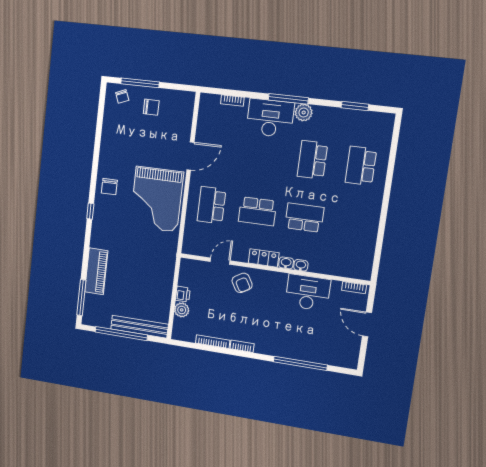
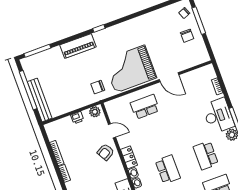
school desk: (312, 160) -> (206, 155), turned -90
chair: (109, 187) -> (98, 87), moved
school desk: (257, 211) -> (156, 138), removed
piano: (96, 271) -> (78, 46), moved
plant: (182, 310) -> (95, 112), moved

